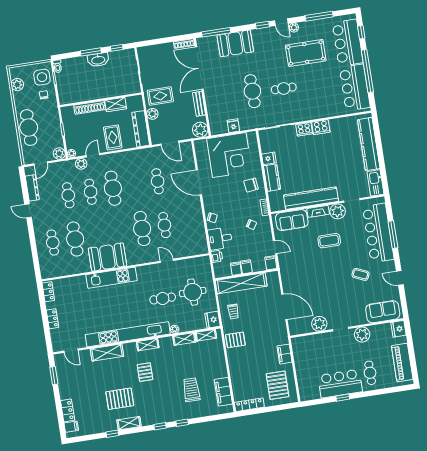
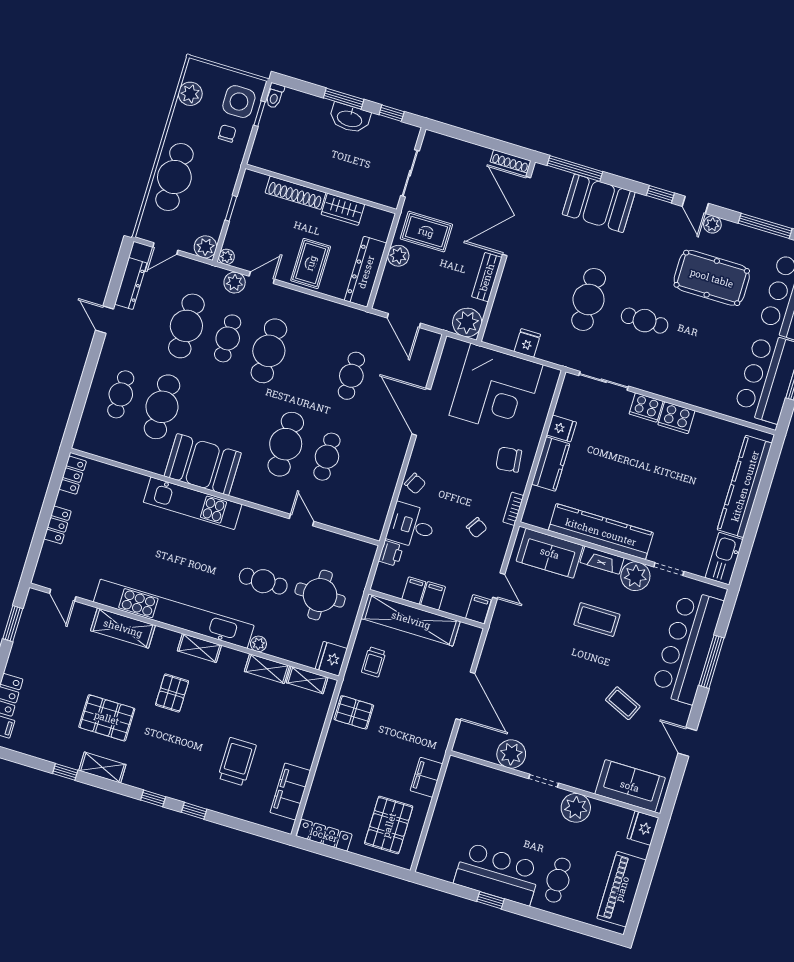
cafe table: (68, 195) -> (186, 326), width x1.37, depth x1.35

